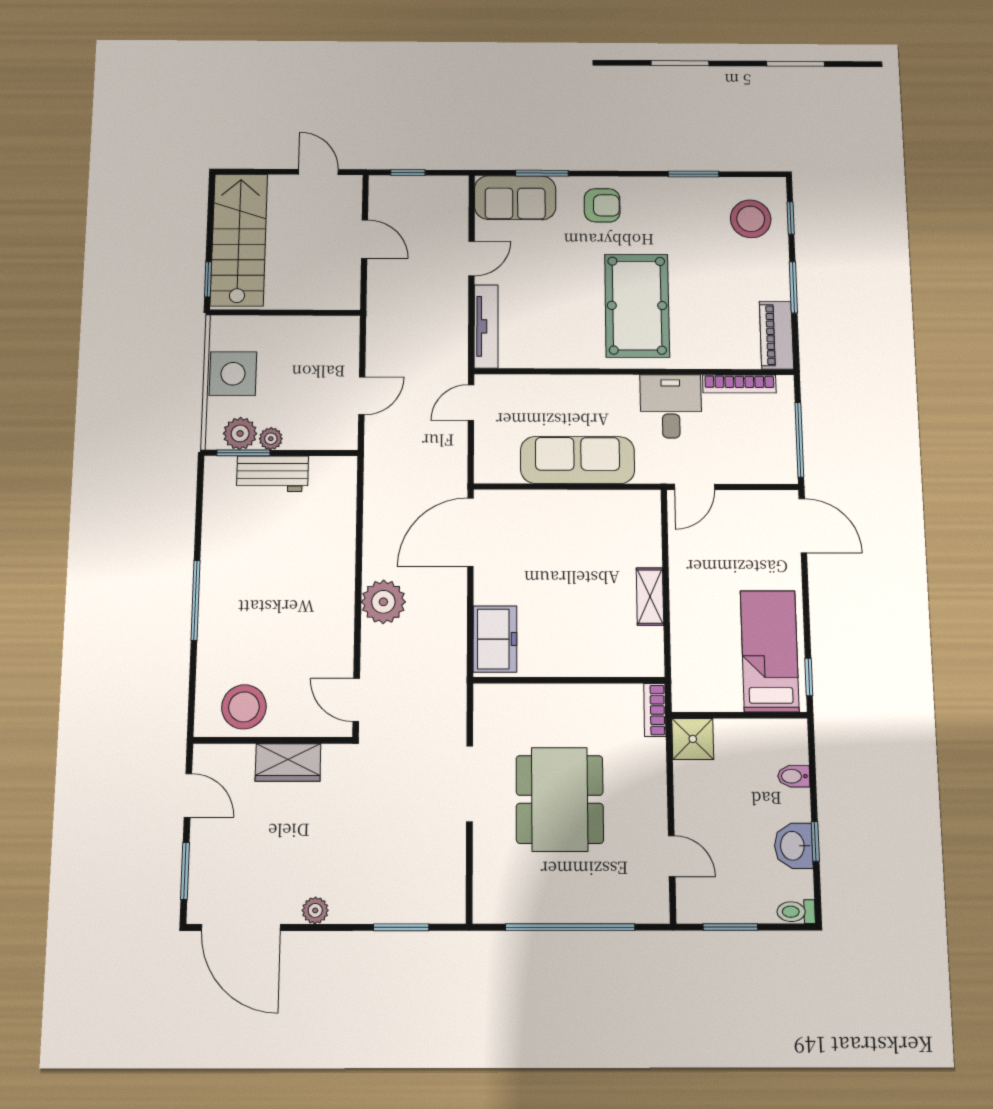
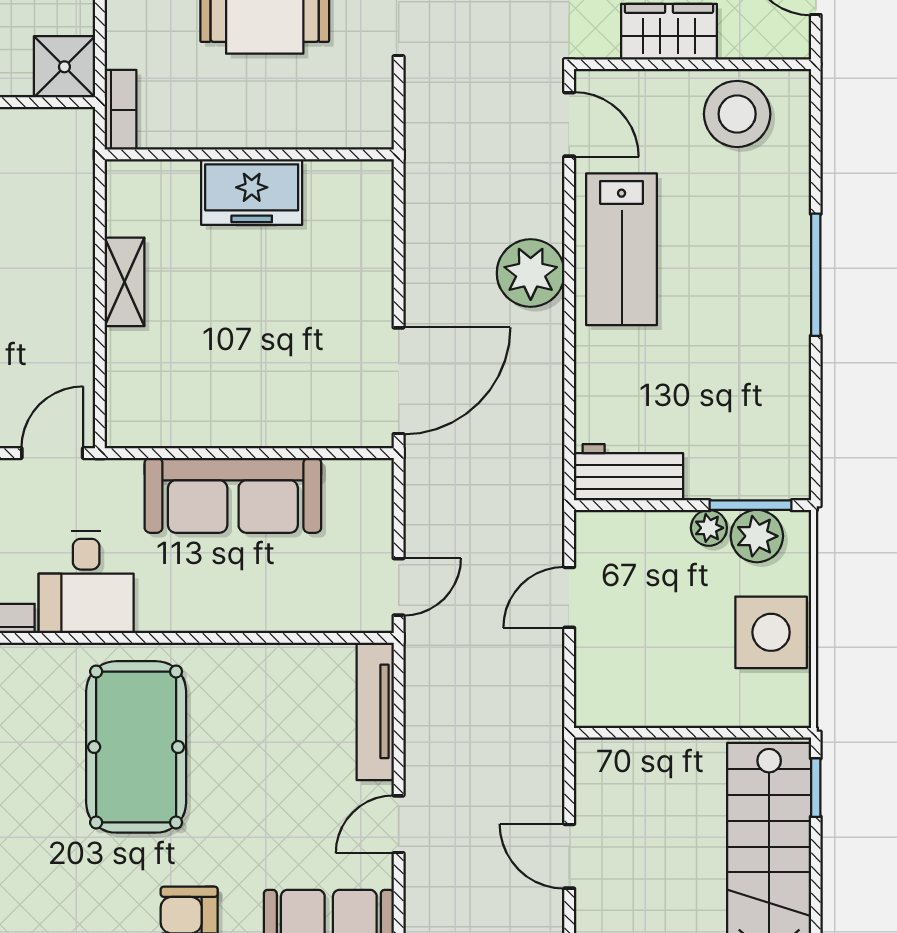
workbench: (272, 474) -> (629, 472), moved
lab bench: (323, 617) -> (622, 249), added
freezer: (495, 639) -> (252, 192), moved, turned -90

